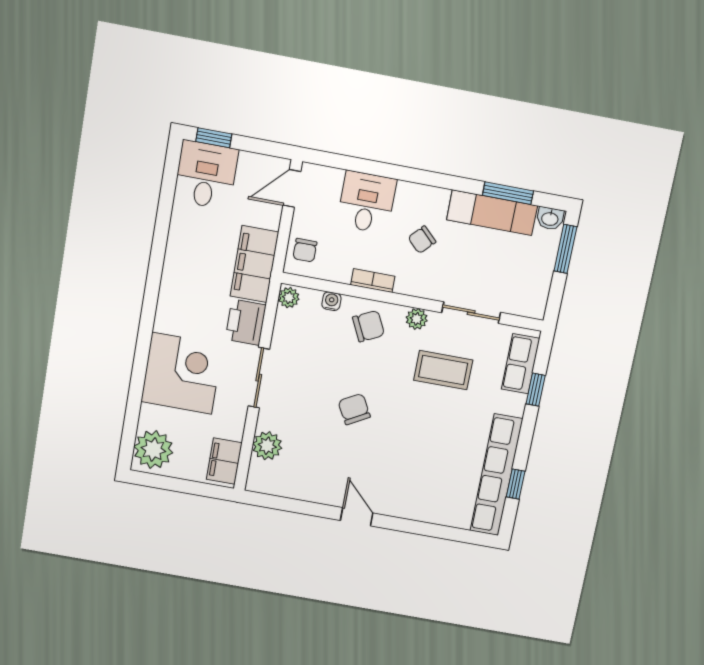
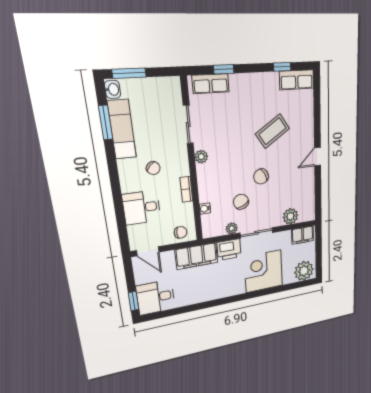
plant: (289, 298) -> (232, 228), moved
chair: (368, 326) -> (241, 202), moved
coffee table: (443, 370) -> (273, 131), moved, turned 57
row of seats: (496, 475) -> (297, 80), width x0.50

